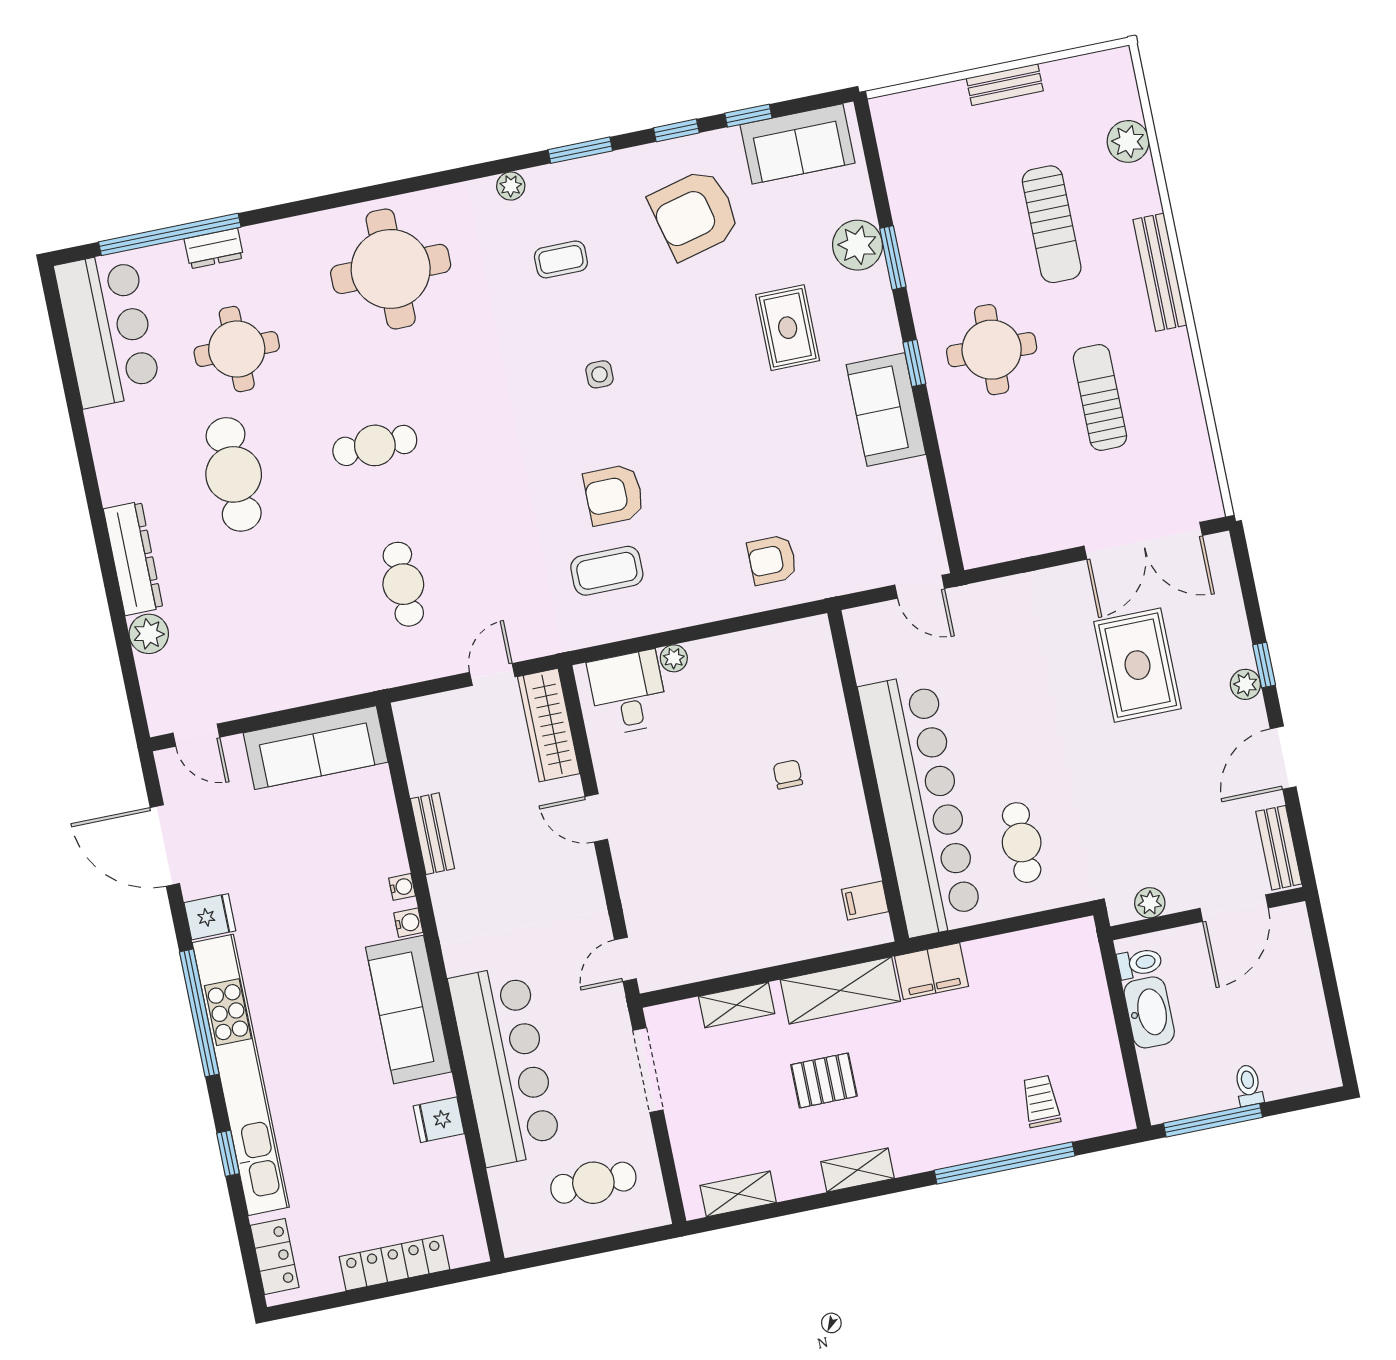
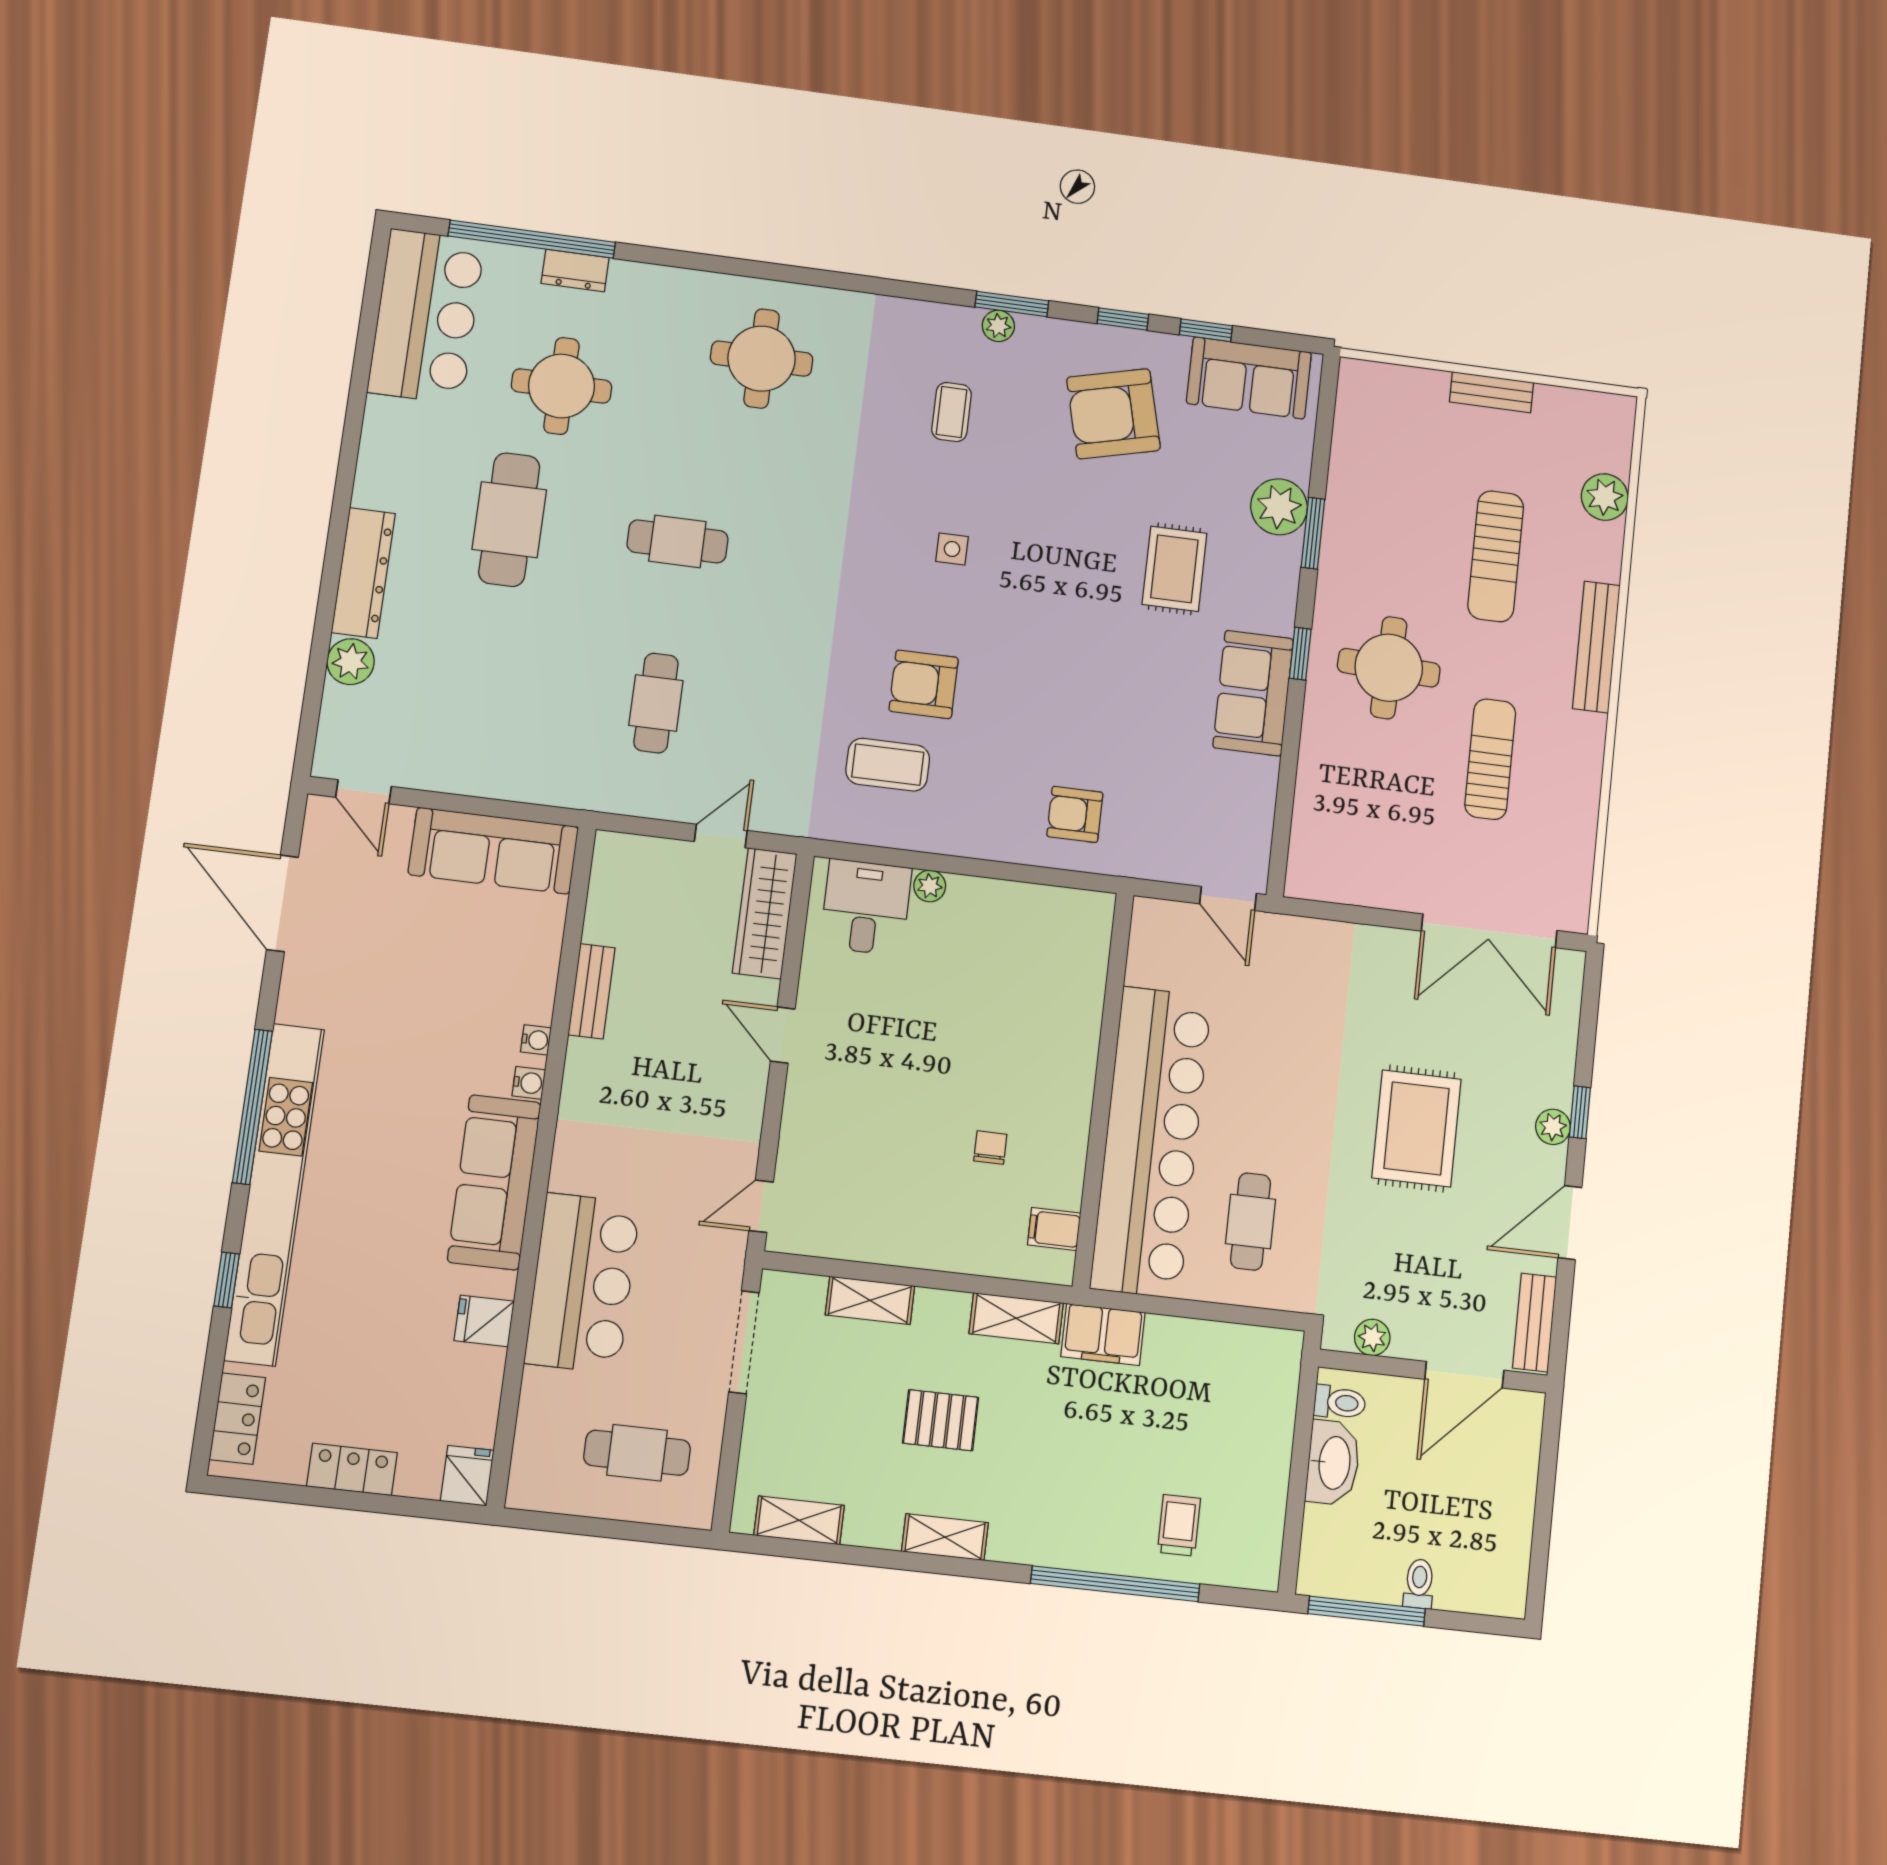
plant: (511, 186) -> (998, 326), moved
coffee table: (561, 259) -> (952, 412), turned 90
round table: (391, 269) -> (762, 359), width x0.73, depth x0.73
rug: (1138, 665) -> (1417, 1128), moved
chair: (788, 774) -> (990, 1148), moved
fridge: (210, 917) -> (467, 1476), moved, turned -90
shelving: (840, 990) -> (1016, 1318), width x0.67, depth x0.75
bar counter: (505, 1065) -> (582, 1283), width x0.73
locker: (395, 1263) -> (352, 1469), width x0.66

